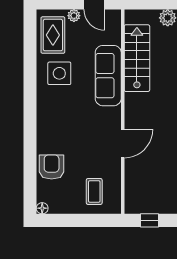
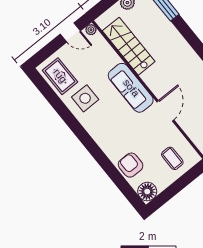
plant: (74, 16) -> (91, 30), moved
sofa: (108, 76) -> (131, 88), moved
floor lamp: (42, 208) -> (147, 192), width x1.89, depth x1.89

